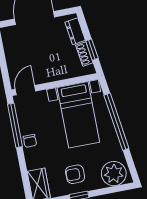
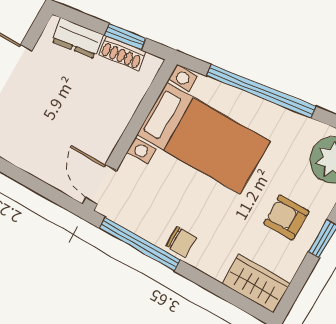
armchair: (75, 174) -> (286, 217), turned 90

